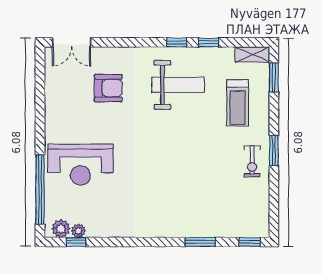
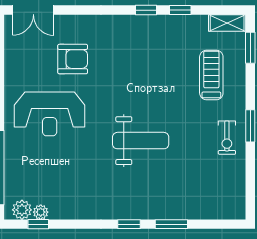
weight bench: (178, 85) -> (141, 141), moved
treadmill: (238, 103) -> (211, 75), turned 180
reception desk: (80, 165) -> (50, 114), moved
window: (250, 242) -> (129, 224), moved

